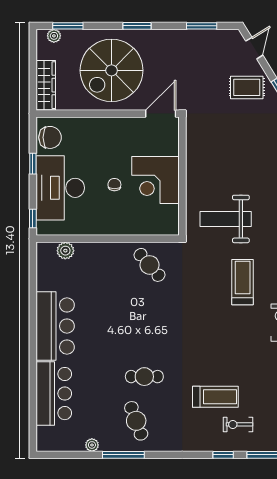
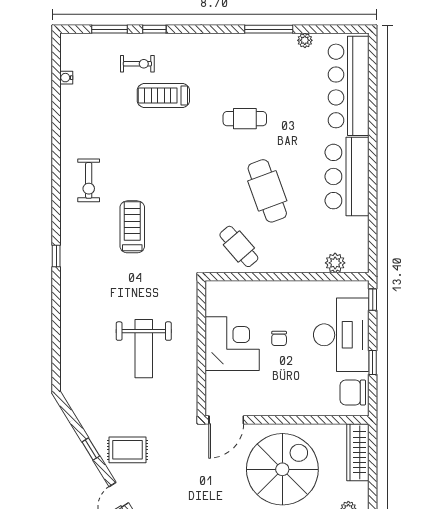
weight bench: (226, 219) -> (144, 349), moved, turned 90
treadmill: (243, 282) -> (132, 227), turned 180
bar counter: (54, 394) -> (349, 86), width x1.36
cafe table: (136, 421) -> (267, 191), moved, width x1.37, depth x1.35

